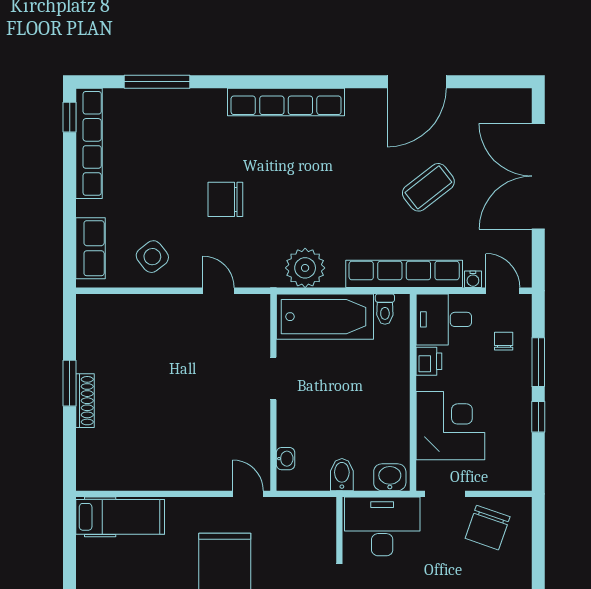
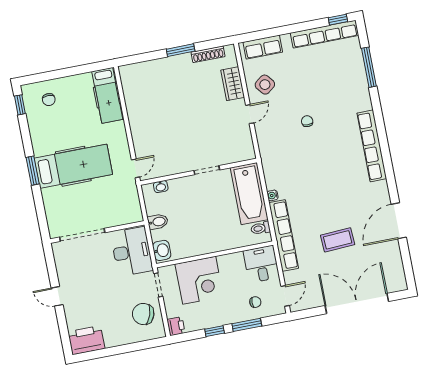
door: (417, 82) -> (399, 221), hinge flipped
coffee table: (428, 187) -> (338, 240), turned -55
chair: (225, 199) -> (307, 121), width x0.54, depth x0.54
plant: (305, 268) -> (276, 176), removed
water cooler: (473, 279) -> (273, 195), moved
door: (219, 291) -> (250, 114), moved
wardrobe: (141, 309) -> (233, 84), added
printer: (429, 361) -> (176, 326), moved, turned -90
shoe rack: (85, 401) -> (208, 54), moved

